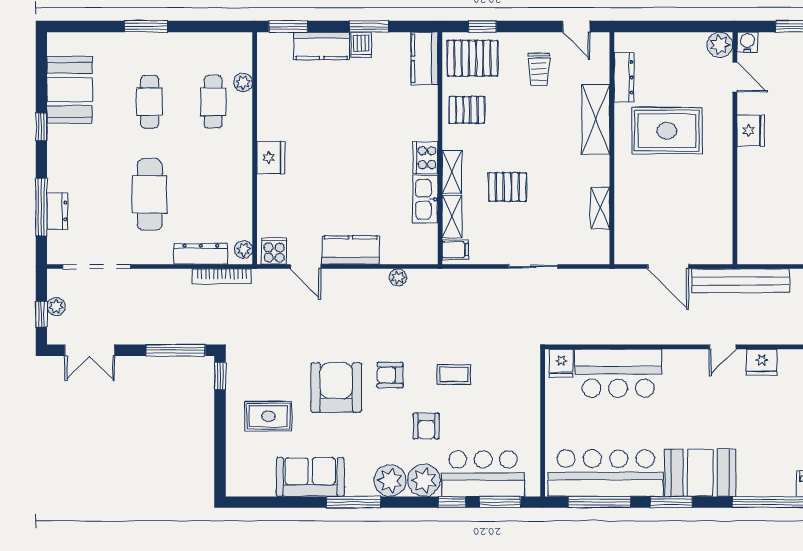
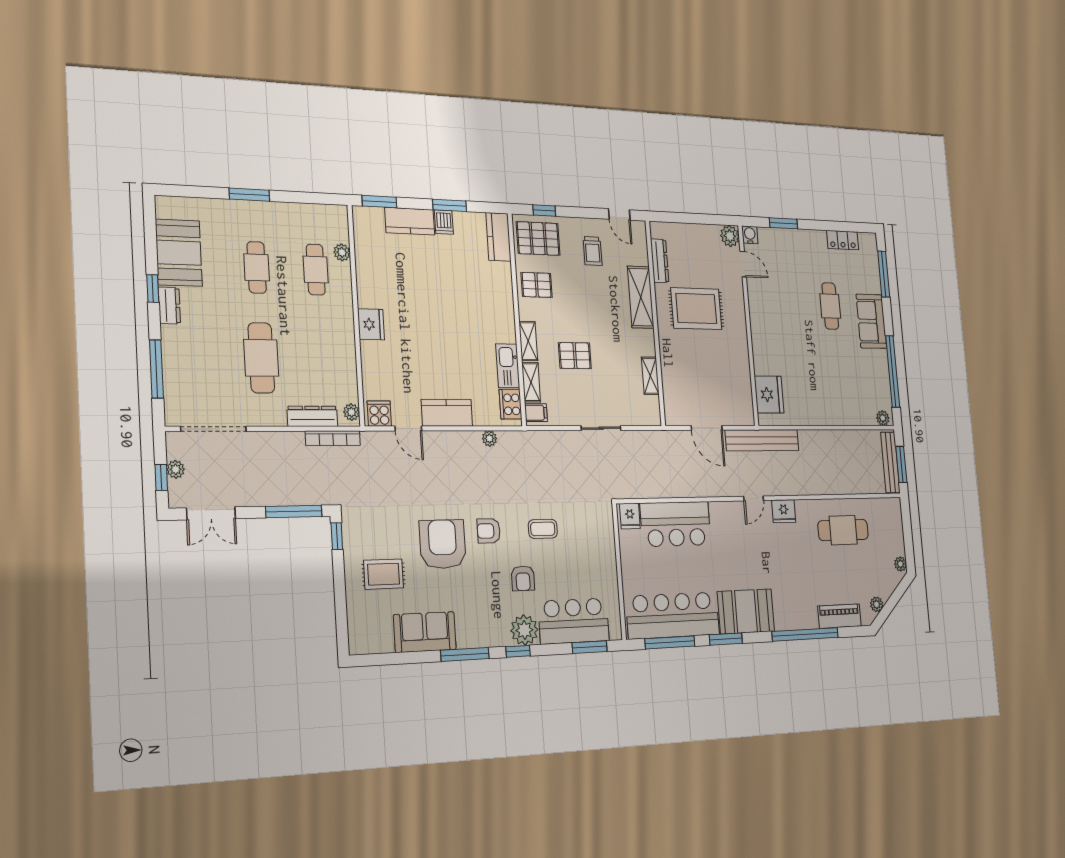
fridge: (751, 131) -> (769, 394), moved, width x1.36, depth x1.34
cooker: (425, 158) -> (510, 404), moved
dresser: (57, 211) -> (169, 306), moved
plant: (390, 481) -> (495, 632), removed
window: (452, 502) -> (518, 651), moved

